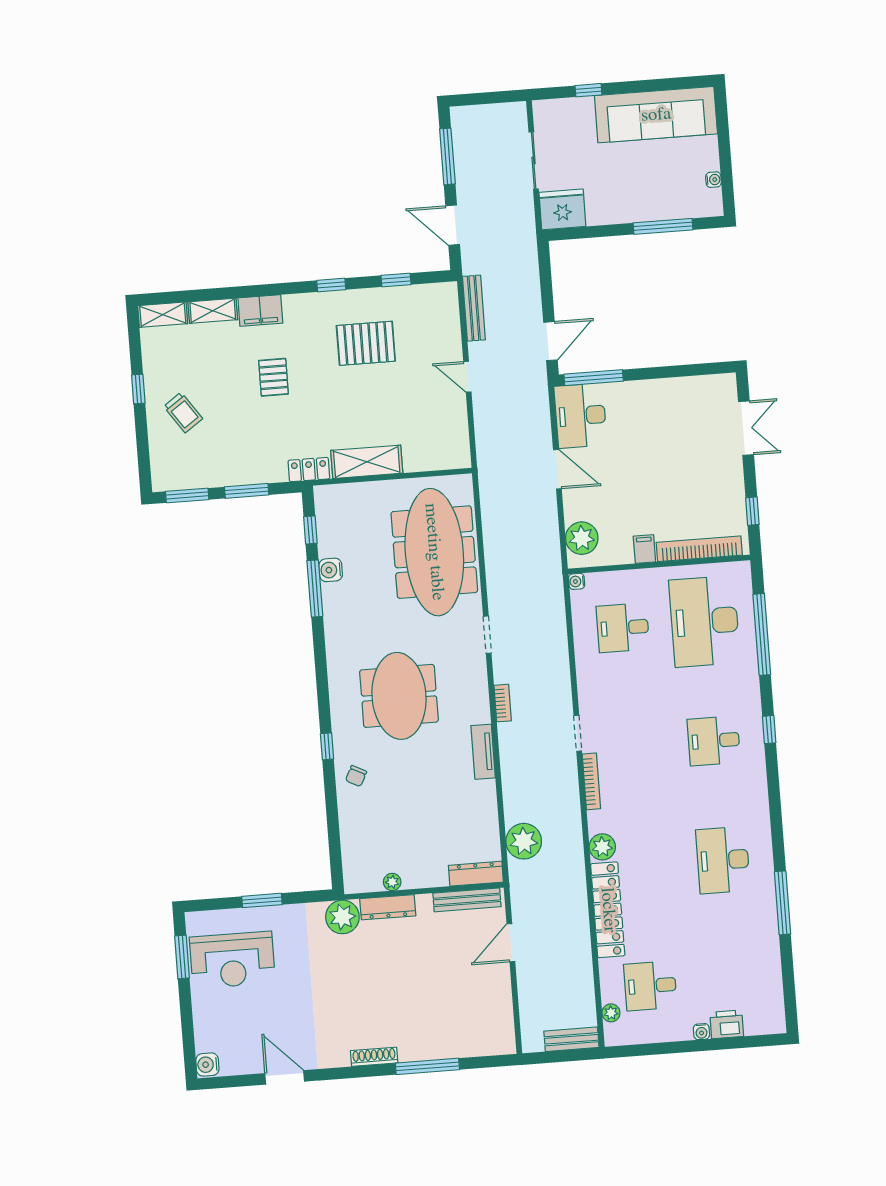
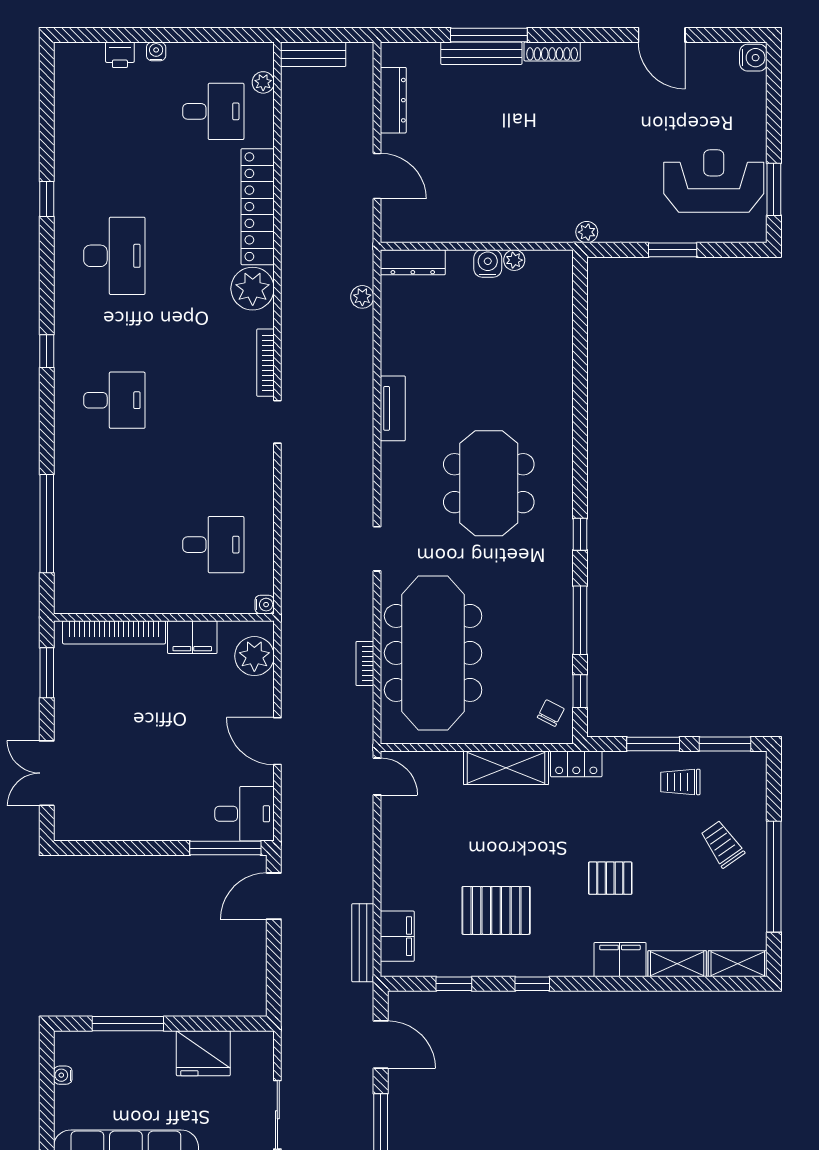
fridge: (562, 209) -> (203, 1053), moved
filing cabinet: (446, 316) -> (397, 936), added
pallet: (273, 377) -> (610, 878), turned 90
door: (467, 377) -> (377, 776), moved
window: (138, 389) -> (774, 877), width x3.17
desk: (581, 416) -> (245, 814), width x0.73
trolley: (222, 461) -> (680, 782), added
window: (752, 511) -> (47, 673), width x1.50
filing cabinet: (644, 549) -> (192, 637), width x2.00
water cooler: (331, 570) -> (488, 263), moved, turned -90
desk: (705, 621) -> (114, 545), removed
bookcase: (503, 703) -> (365, 663), moved
window: (769, 730) -> (47, 351), moved
window: (327, 746) -> (580, 534), moved
chair: (356, 776) -> (551, 713), moved
plant: (524, 841) -> (362, 297), width x0.53, depth x0.53
plant: (602, 847) -> (253, 289), width x1.36, depth x1.36
bench: (467, 900) -> (481, 53), moved
window: (782, 903) -> (47, 199), width x0.46
dresser: (388, 907) -> (393, 100), moved, turned 90
plant: (342, 917) -> (587, 232), width x0.53, depth x0.53
door: (511, 943) -> (377, 176), hinge flipped
printer: (727, 1024) -> (120, 55), width x0.73, depth x0.81

